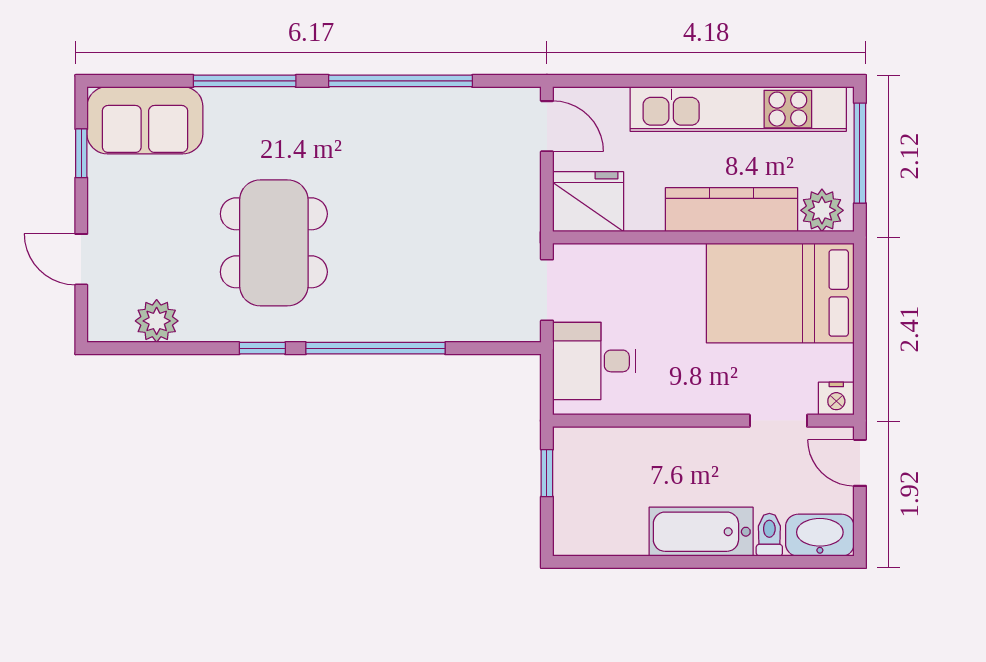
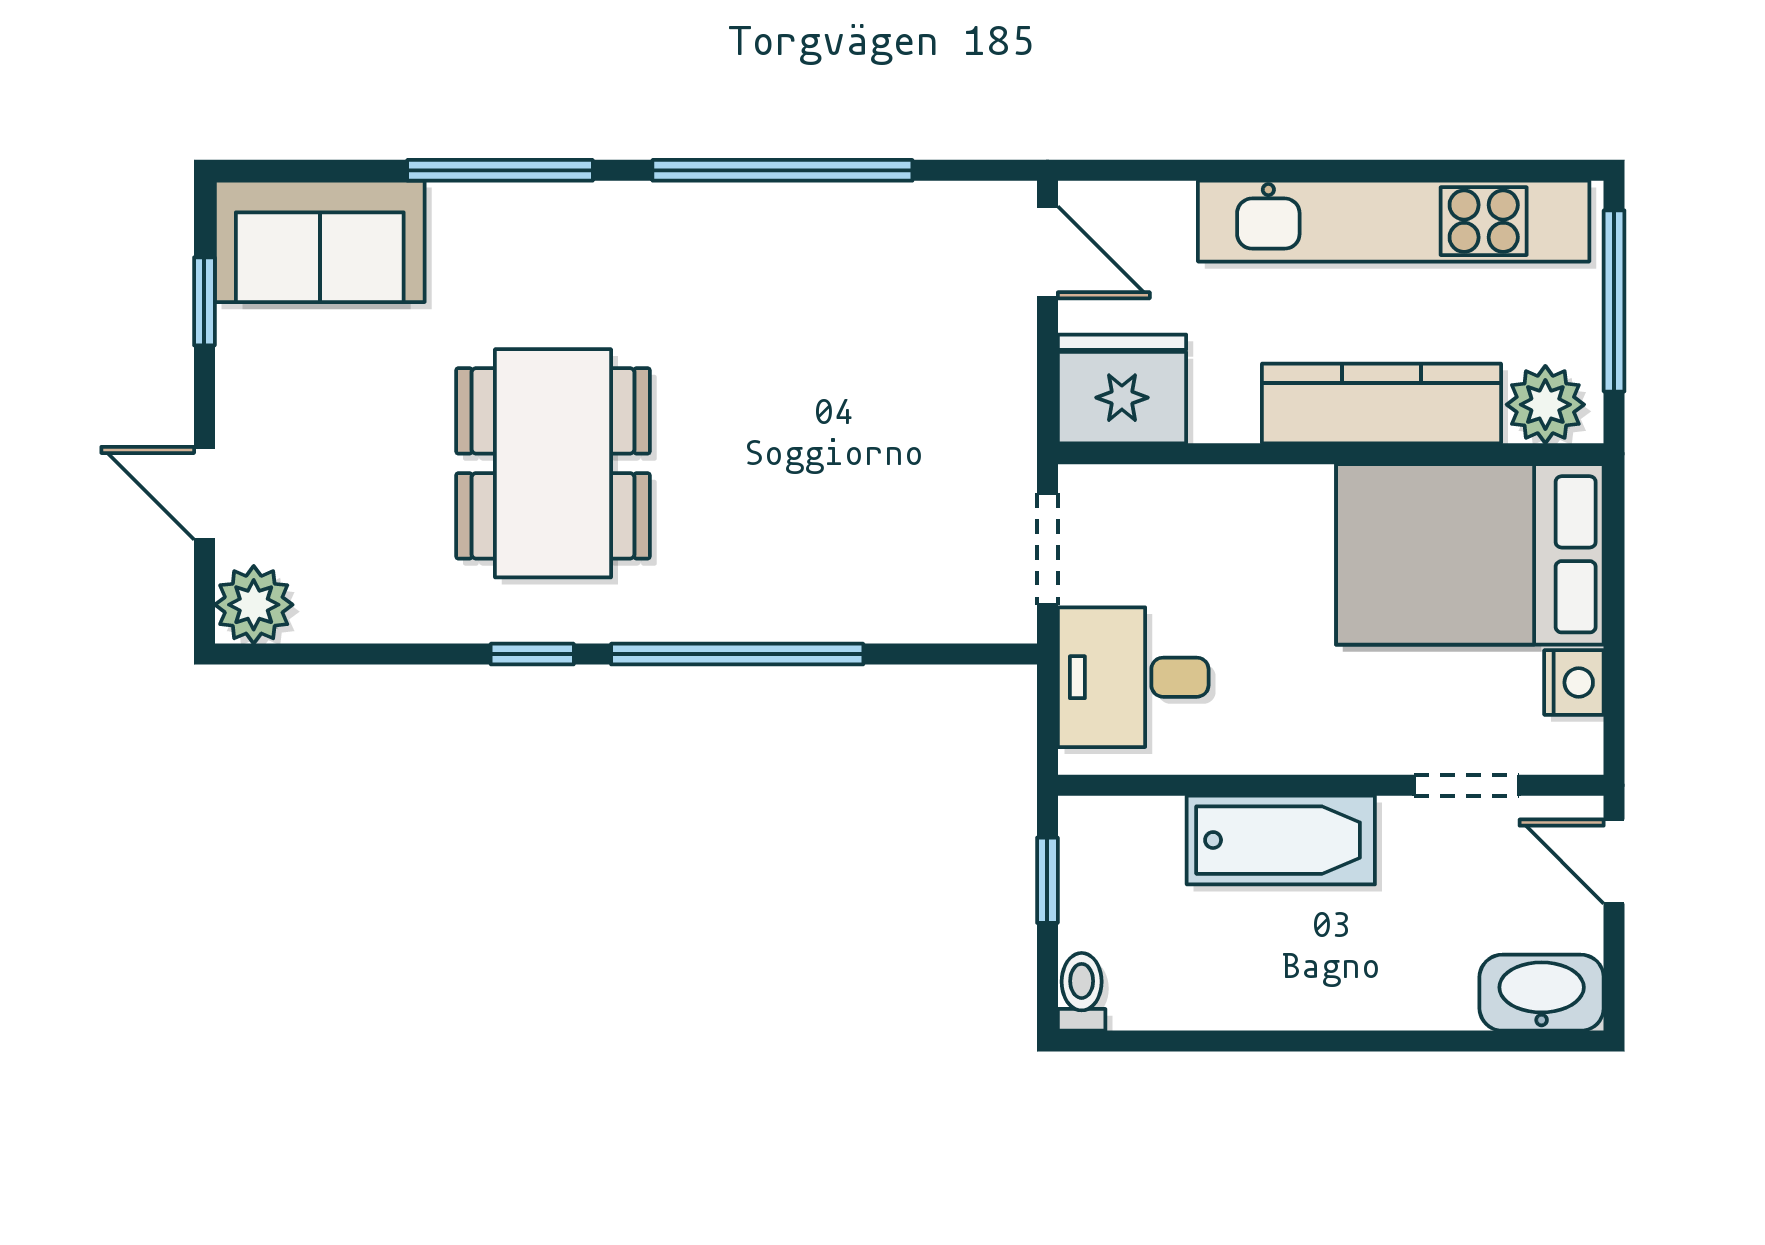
plant: (157, 321) -> (254, 605), moved
nightstand: (836, 399) -> (1574, 683), moved, turned -90
bathtub: (701, 532) -> (1281, 840), moved, turned 180
toilet: (769, 535) -> (1082, 992), moved

